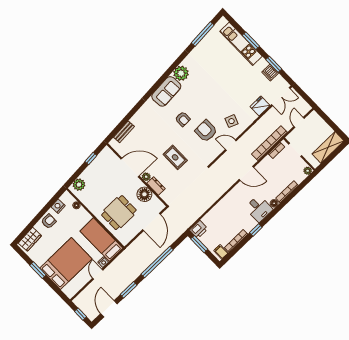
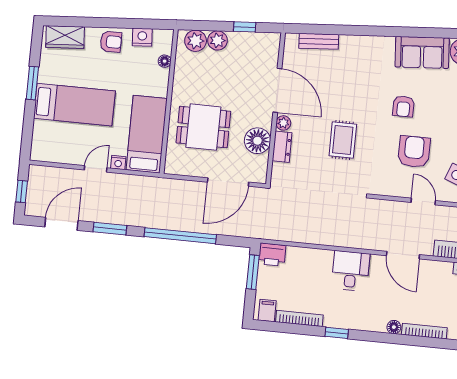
plant: (87, 175) -> (217, 40), added
desk: (259, 209) -> (351, 271), moved, turned 180
bed: (66, 263) -> (74, 105), width x0.67

